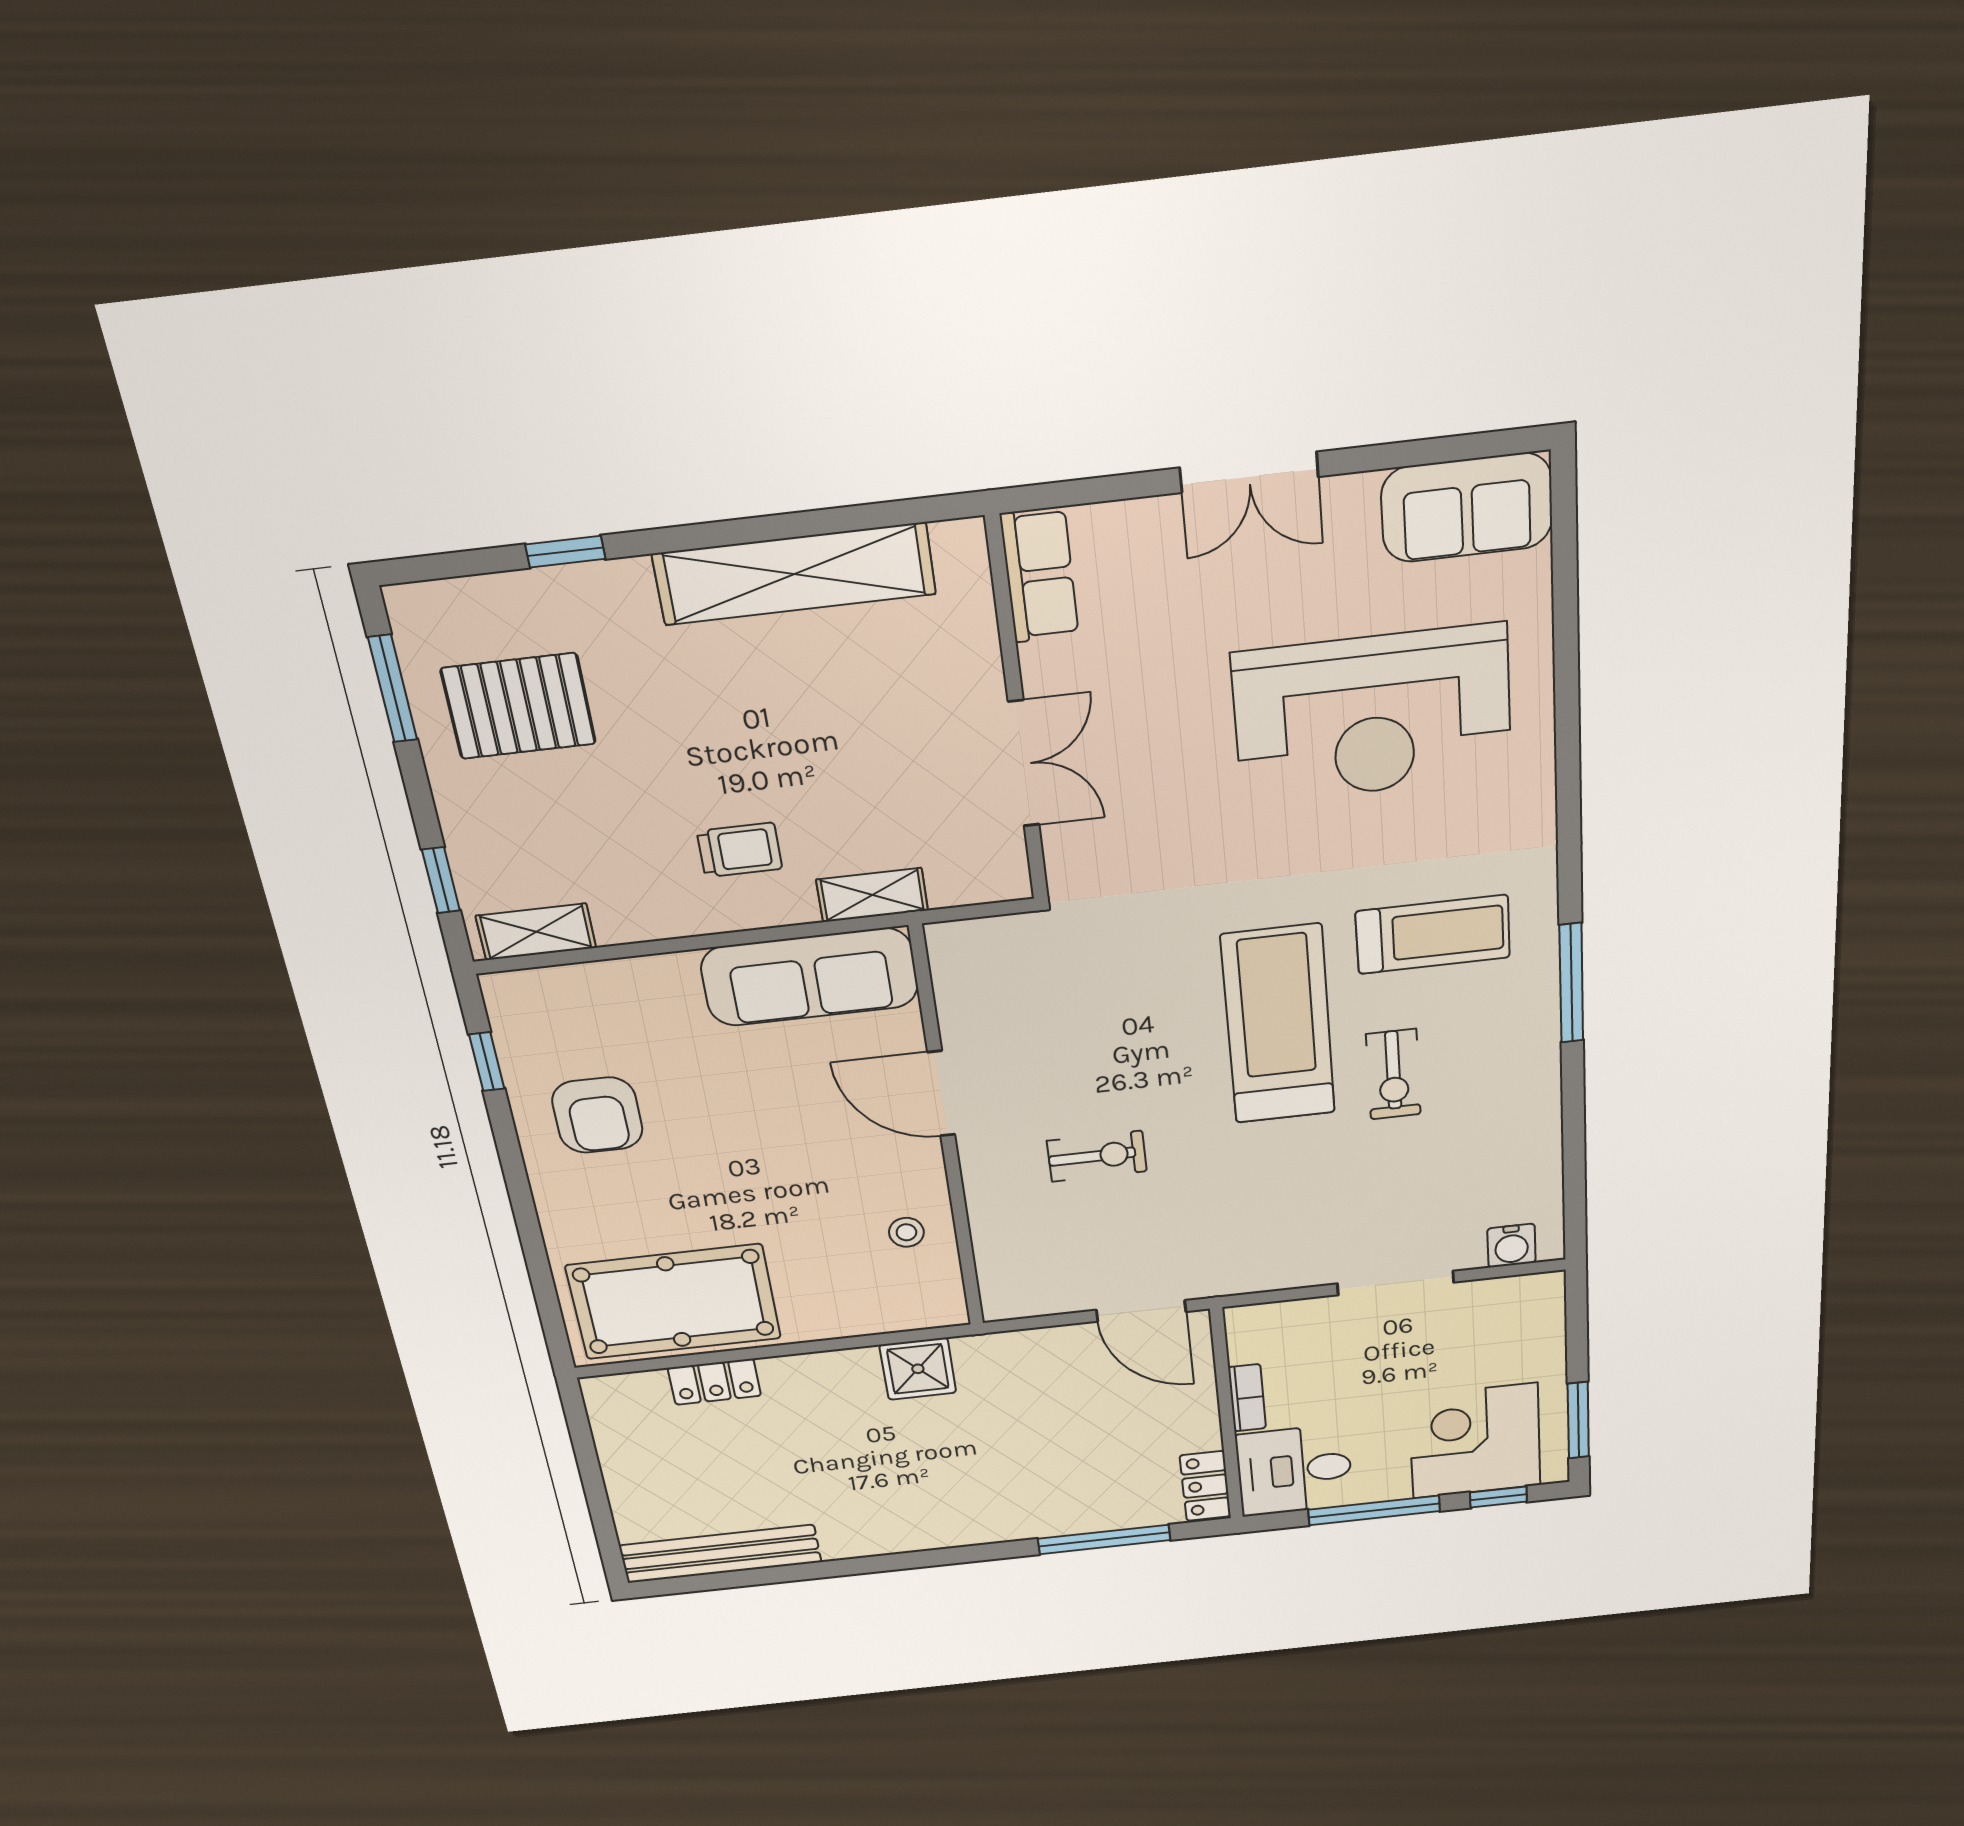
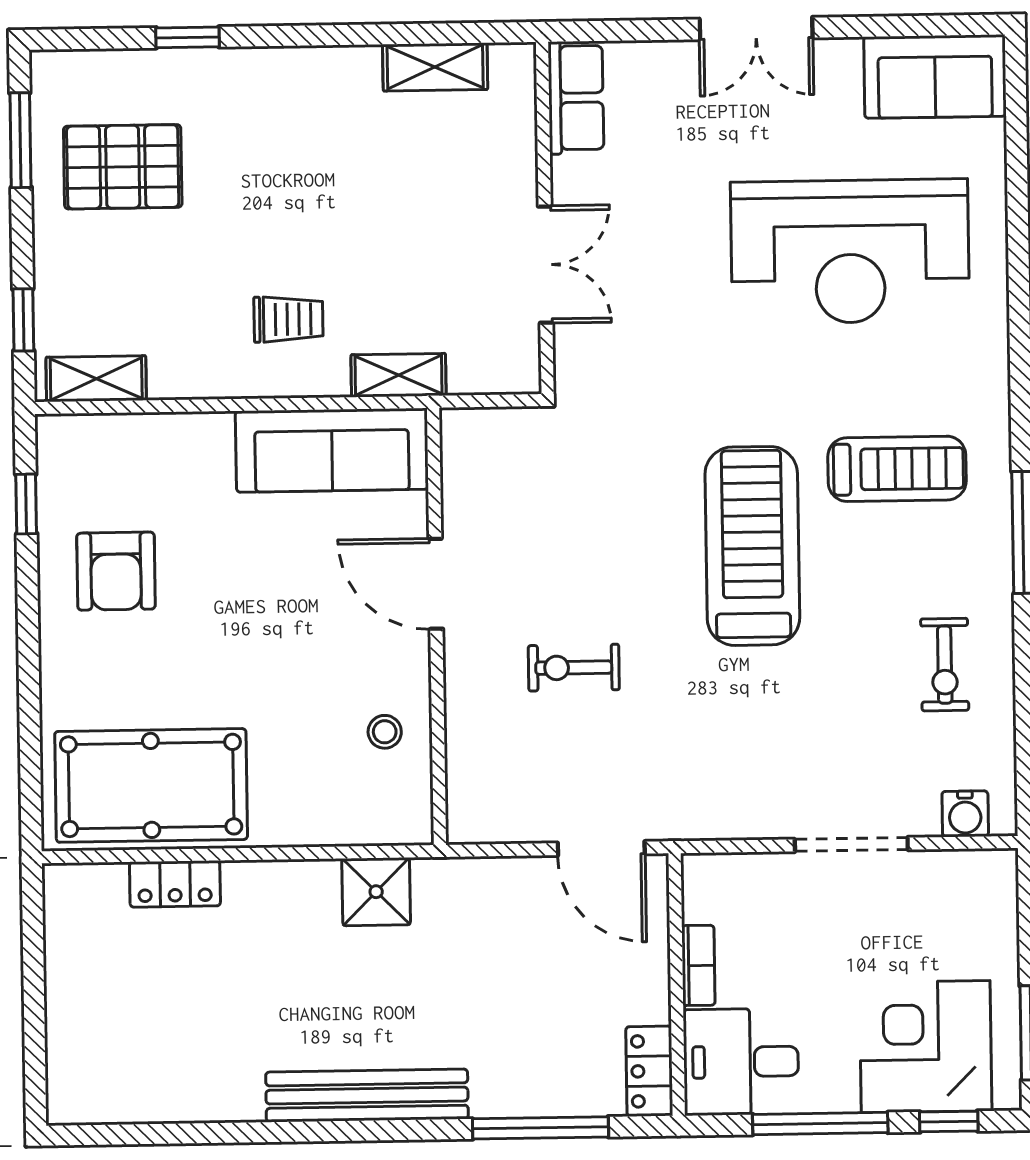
shelving: (794, 574) -> (435, 67), width x0.45, depth x0.75
exercise bike: (1393, 1074) -> (945, 665), moved
exercise bike: (1097, 1156) -> (574, 668), turned 180
bench: (720, 1554) -> (367, 1096), moved

